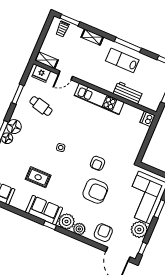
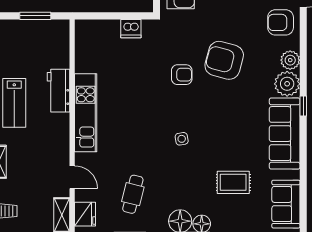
workbench: (128, 93) -> (58, 91), moved
dishwasher: (148, 119) -> (131, 29), moved
rug: (38, 177) -> (233, 182), moved, turned 90
armchair: (95, 191) -> (224, 60), turned -75
sofa: (44, 210) -> (285, 134), width x1.36

